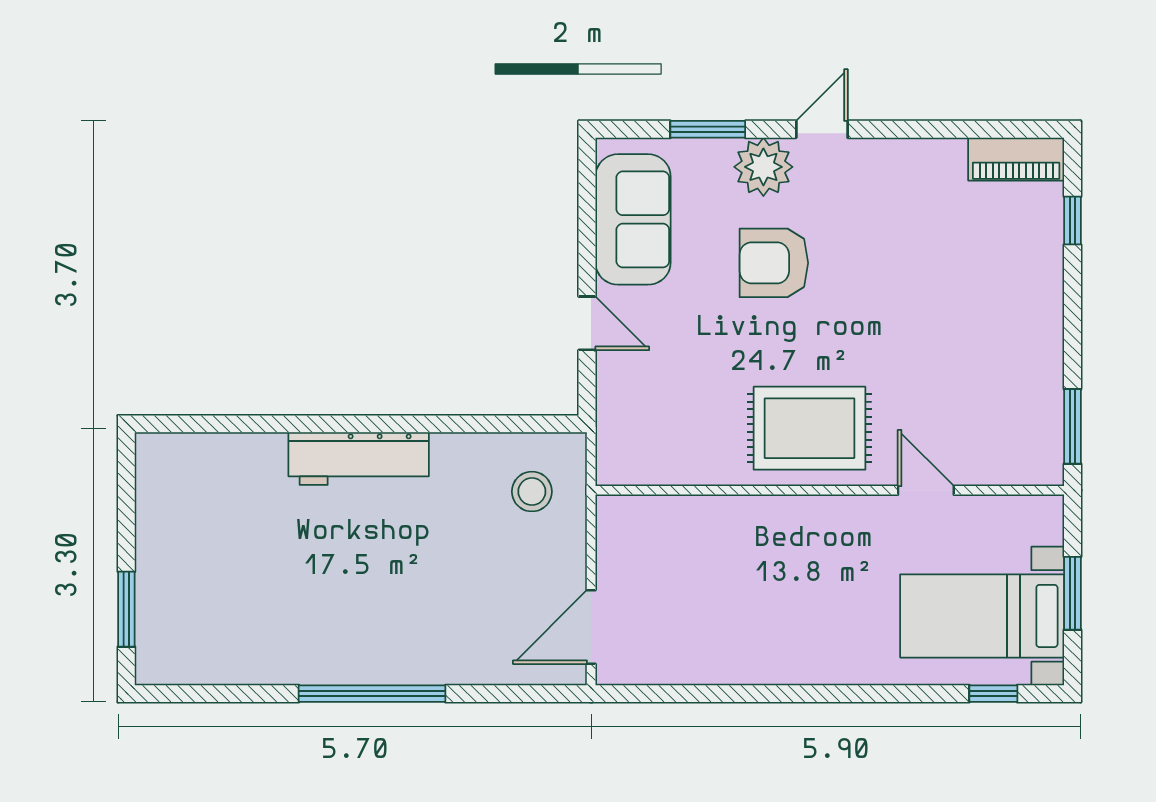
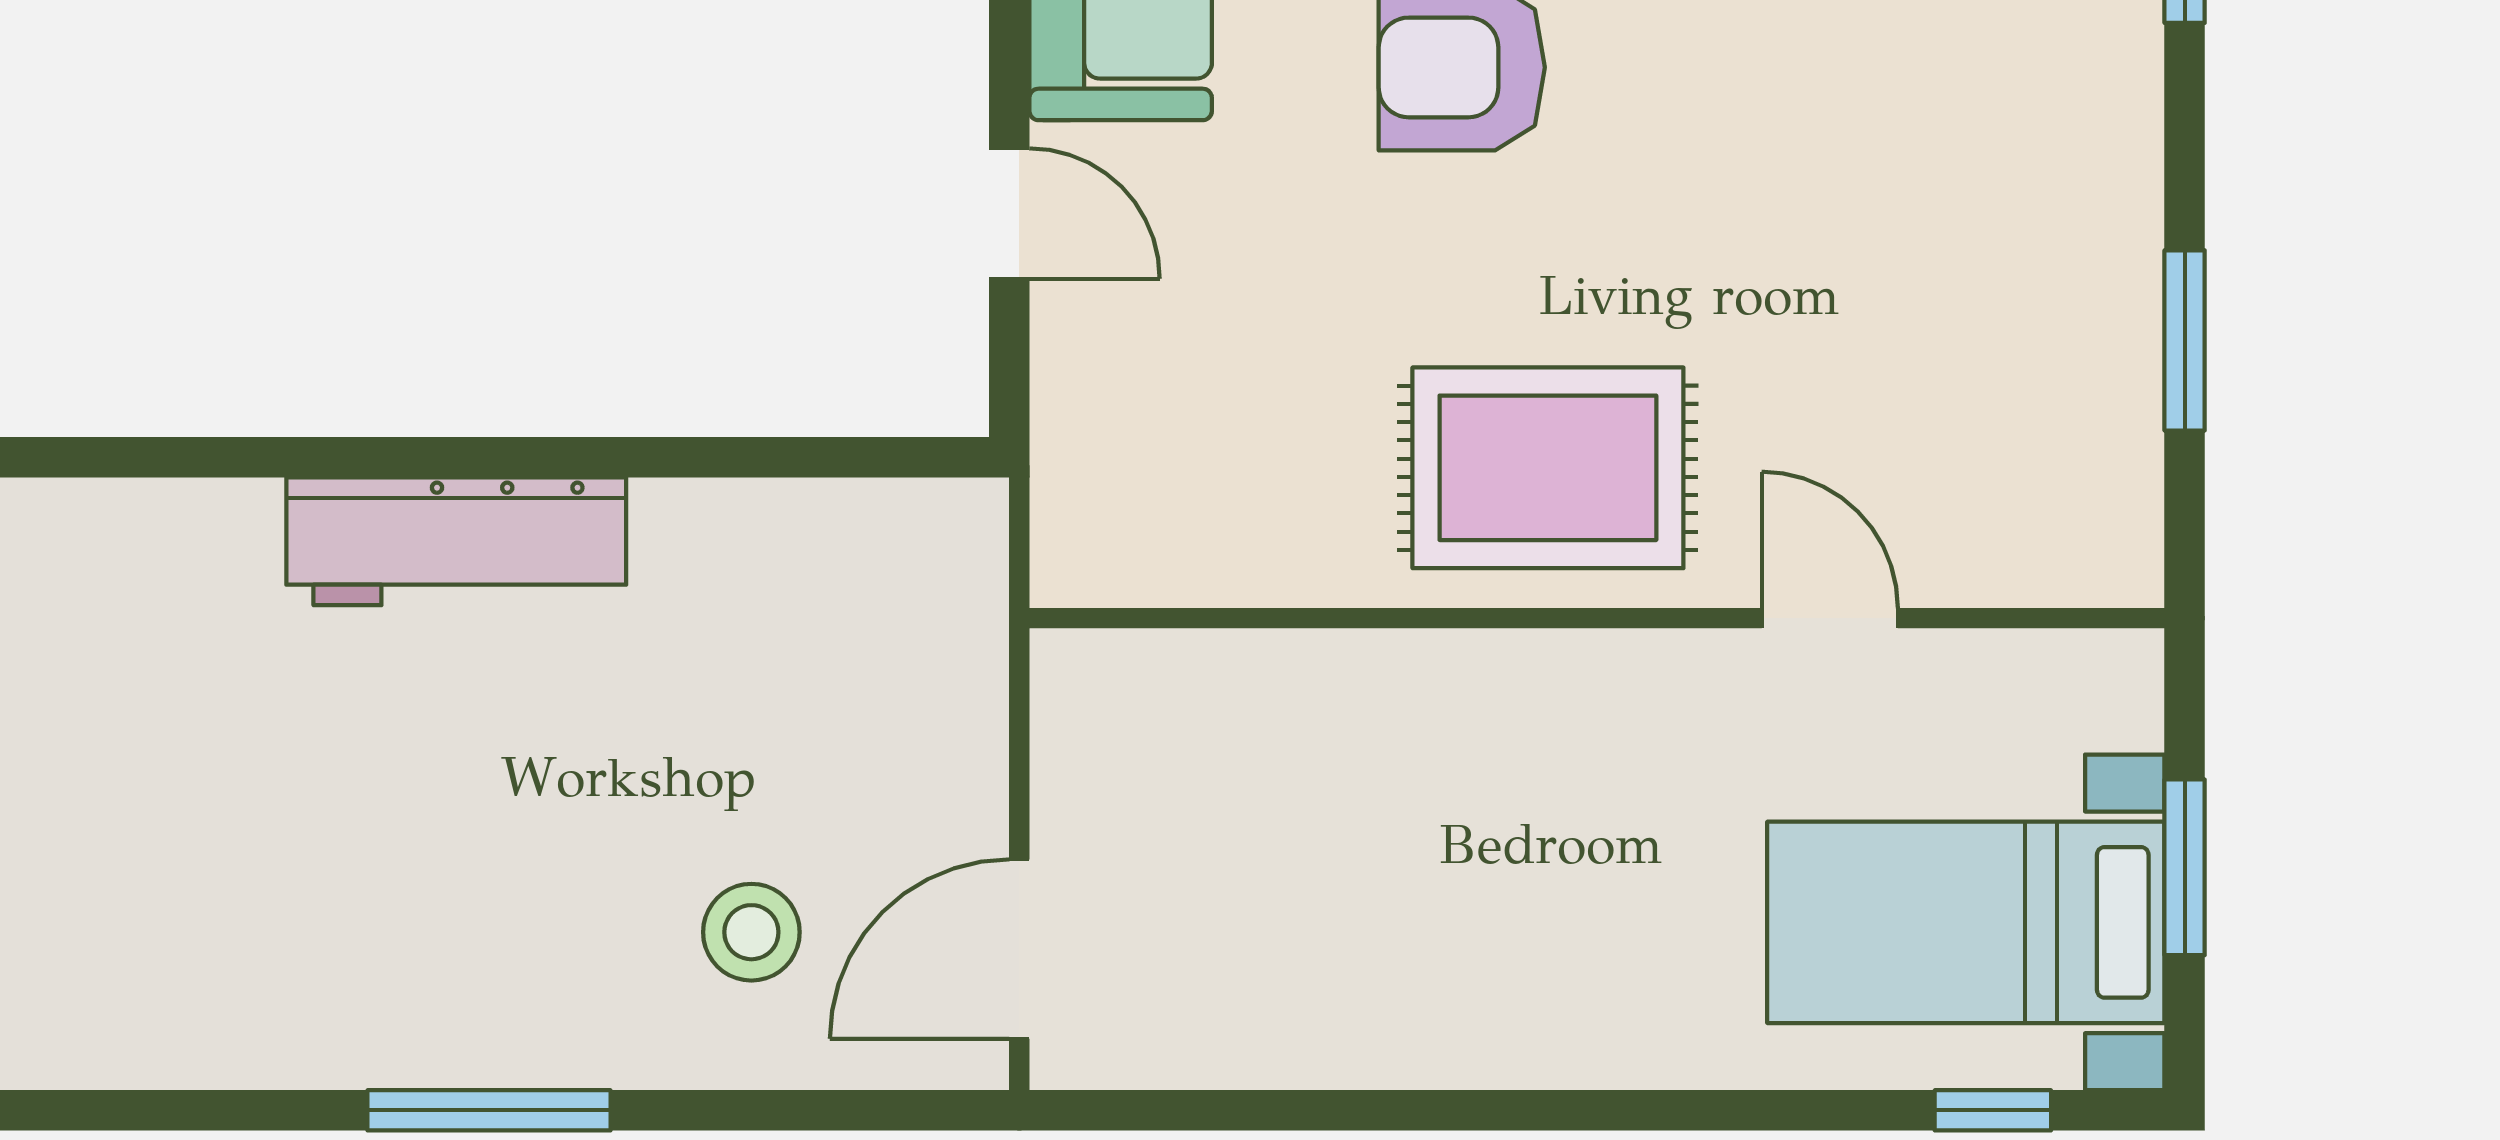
window: (1072, 426) -> (2185, 340), moved
stool: (532, 492) -> (751, 932), moved
window: (372, 694) -> (489, 1110), width x0.68

